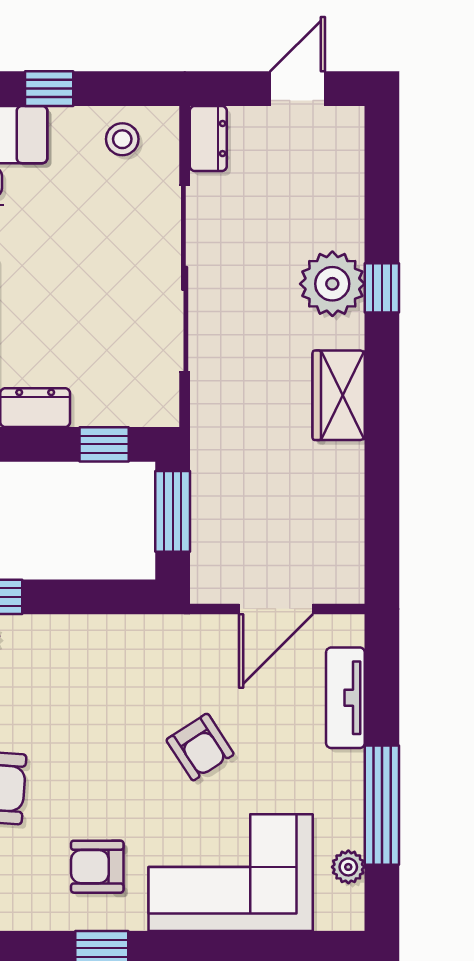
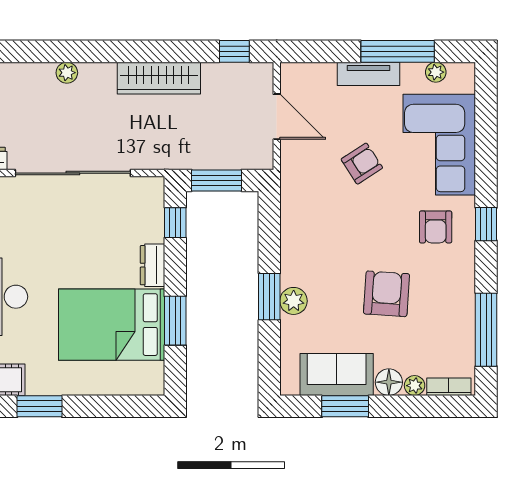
plant: (332, 284) -> (67, 73), width x0.53, depth x0.53
window: (382, 288) -> (234, 51), moved
wardrobe: (339, 395) -> (159, 78), width x1.50
tv unit: (345, 698) -> (368, 74), moved

